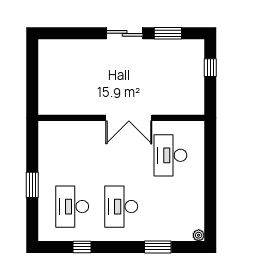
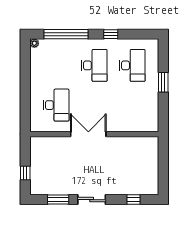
window: (71, 33) -> (134, 200), added
window: (82, 247) -> (111, 34), moved
window: (158, 247) -> (66, 34), width x2.11

